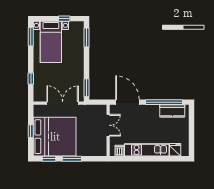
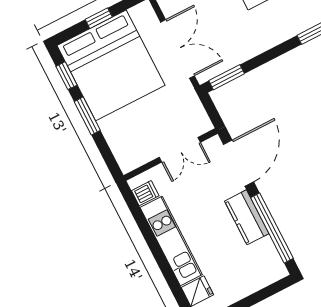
kitchen counter: (172, 111) -> (247, 217), moved

